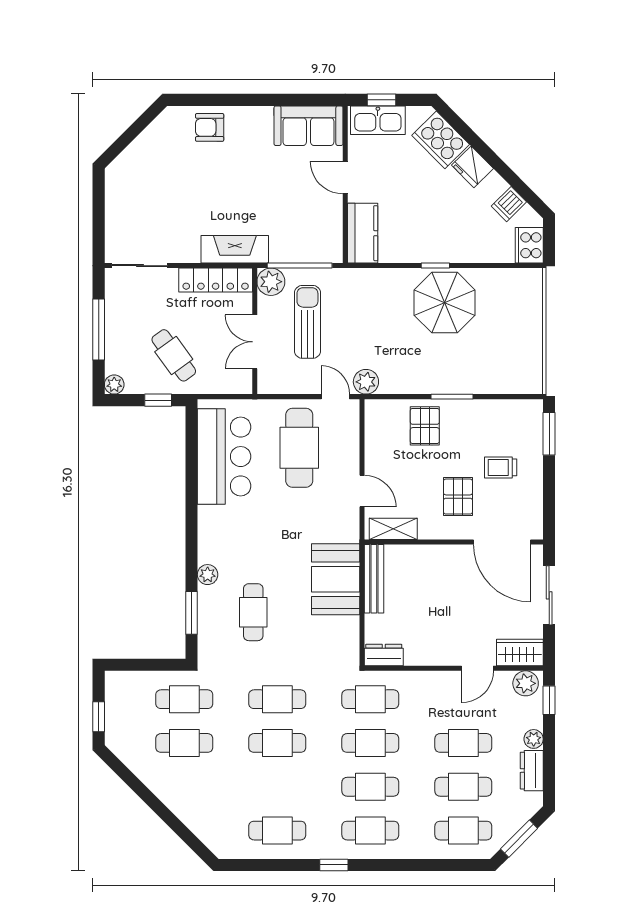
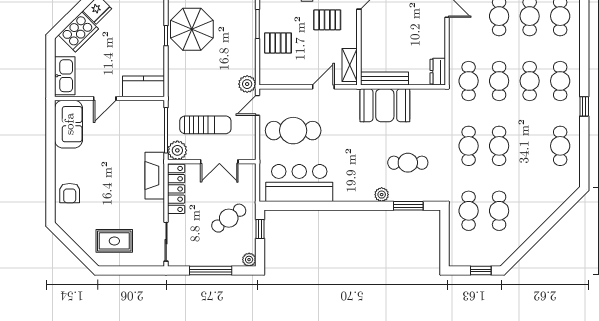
window: (381, 100) -> (50, 73), removed
rug: (141, 191) -> (114, 241), added
sun lounger: (307, 322) -> (205, 125), turned 180

